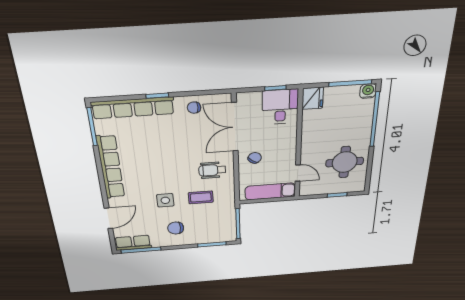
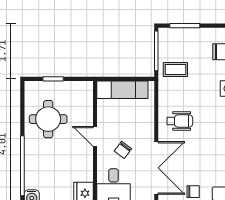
chair: (255, 158) -> (123, 150), moved
door: (298, 173) -> (95, 136), moved
coffee table: (201, 197) -> (175, 70), moved

